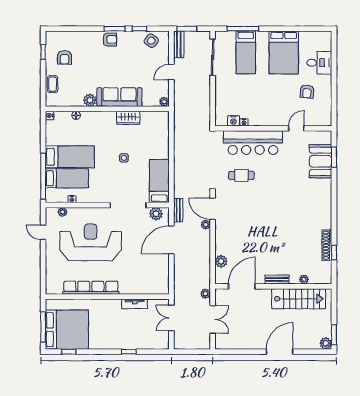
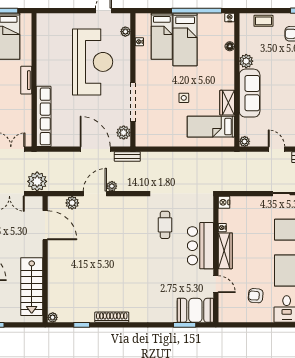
wardrobe: (265, 120) -> (225, 251), added
nightstand: (233, 121) -> (224, 202), moved
bar counter: (253, 143) -> (200, 246), width x0.73
booth: (321, 161) -> (195, 310), moved
window: (43, 176) -> (197, 11), moved
bed: (159, 181) -> (211, 127), moved, turned 180
door: (213, 209) -> (95, 194), moved
shoe rack: (327, 245) -> (112, 317), moved
bench: (277, 279) -> (53, 263), removed
plant: (304, 279) -> (53, 317), moved
row of seats: (91, 288) -> (44, 116), moved
plant: (205, 294) -> (37, 181), width x1.87, depth x1.87
tv unit: (135, 304) -> (26, 80), moved

